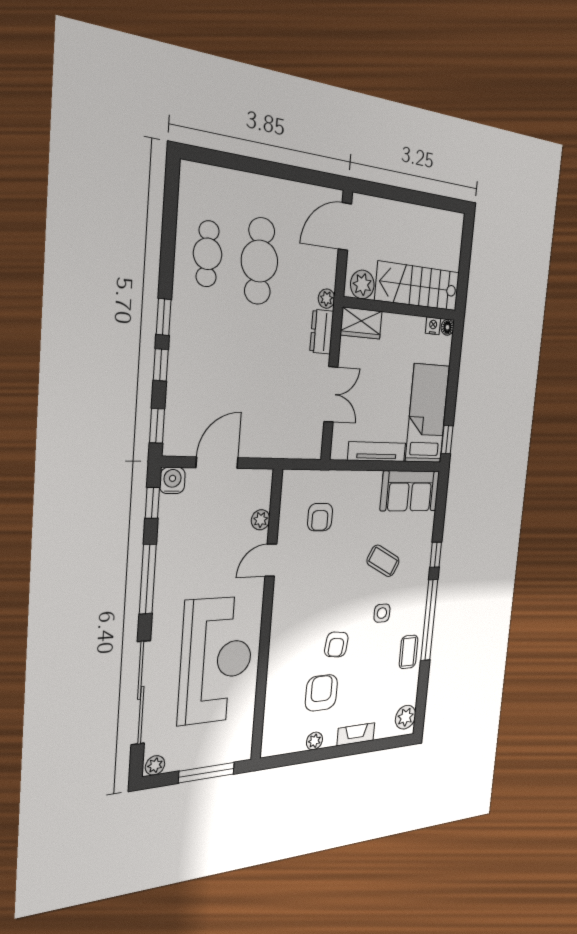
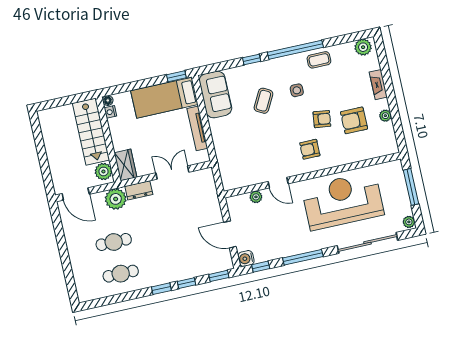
cafe table: (260, 261) -> (114, 242), width x0.73, depth x0.74
plant: (327, 299) -> (116, 199), width x1.88, depth x1.88
armchair: (320, 517) -> (310, 149), moved, turned 180

